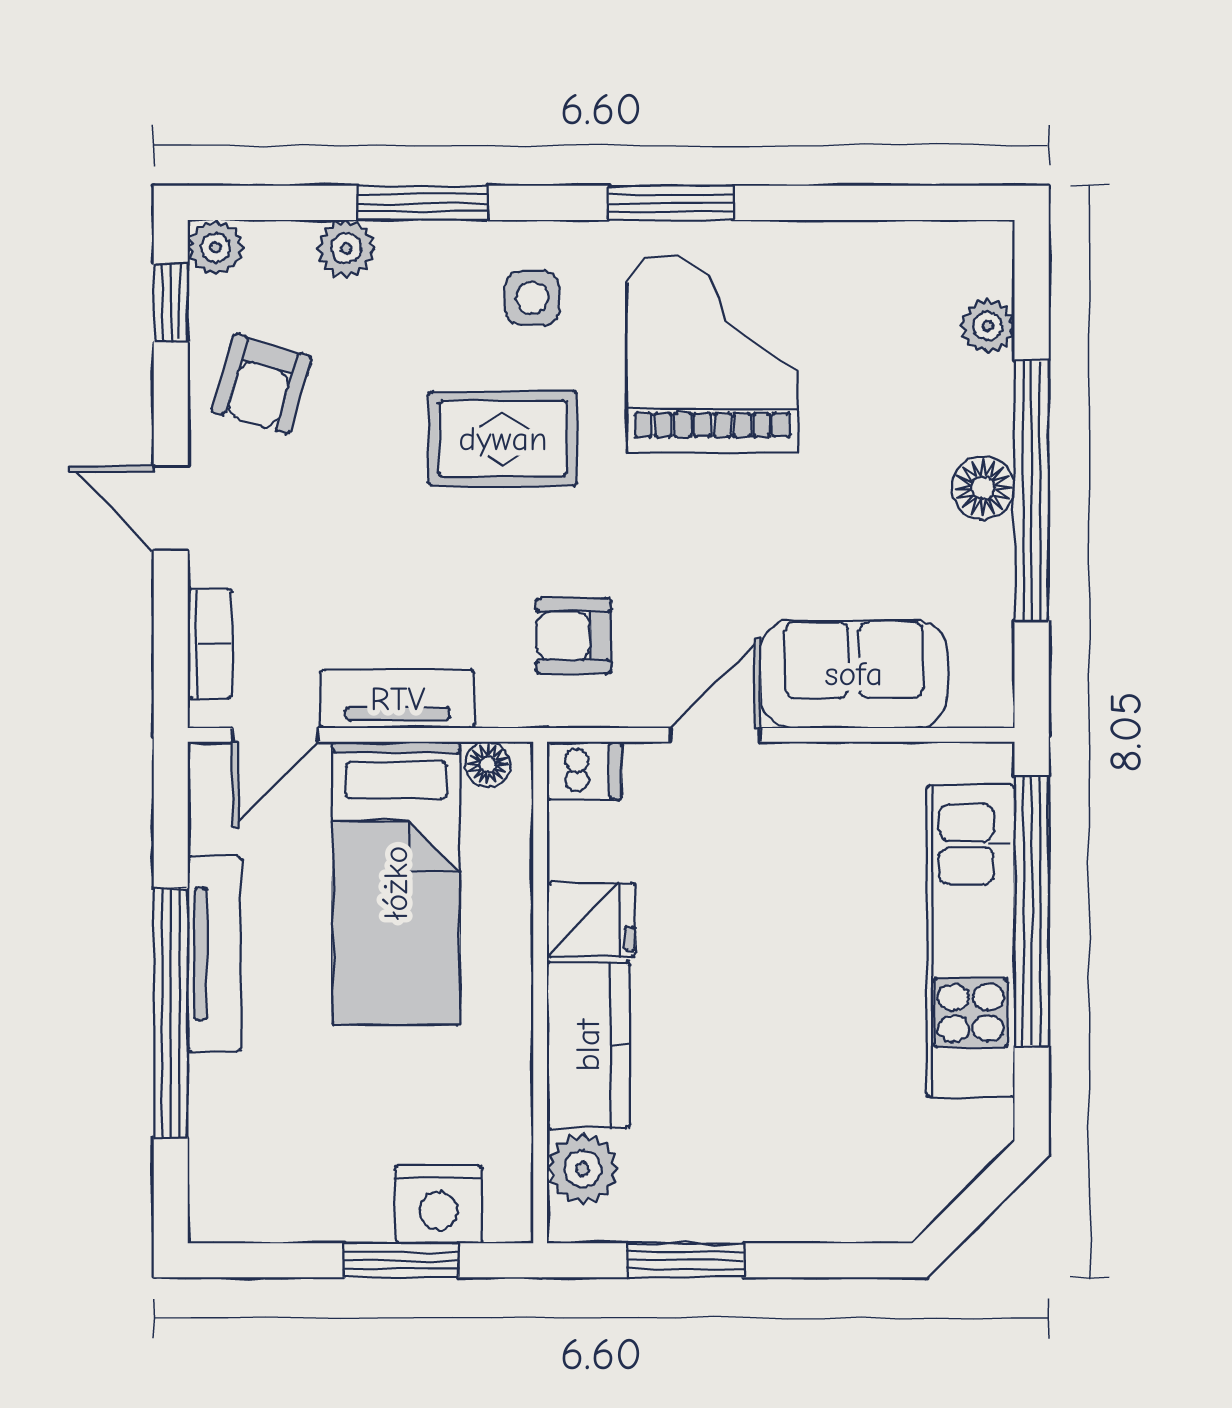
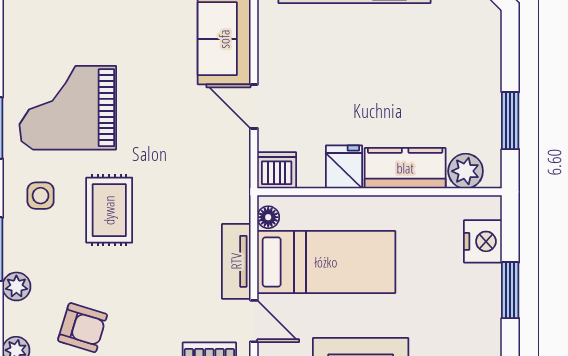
armchair: (574, 636) -> (205, 175), removed
dishwasher: (584, 771) -> (277, 170), width x1.38
window: (401, 1260) -> (510, 290), moved

